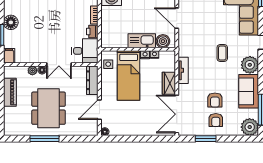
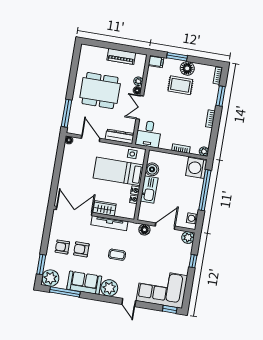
rug: (29, 27) -> (180, 85), added
printer: (92, 31) -> (166, 144), removed
floor lamp: (184, 39) -> (144, 230), added
boiler: (163, 41) -> (152, 169), moved
coffee table: (222, 53) -> (117, 255), moved
tv unit: (183, 70) -> (109, 223), width x1.41
window: (44, 139) -> (67, 113), moved
window: (206, 139) -> (41, 264), moved

